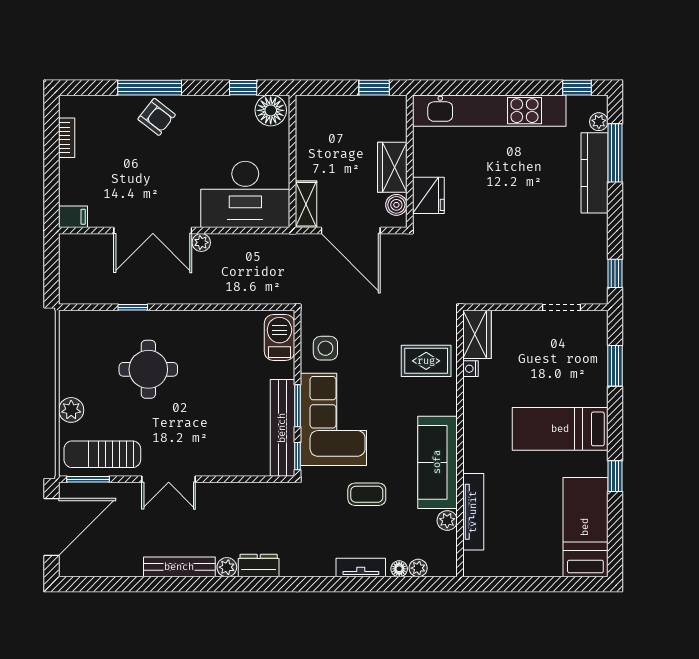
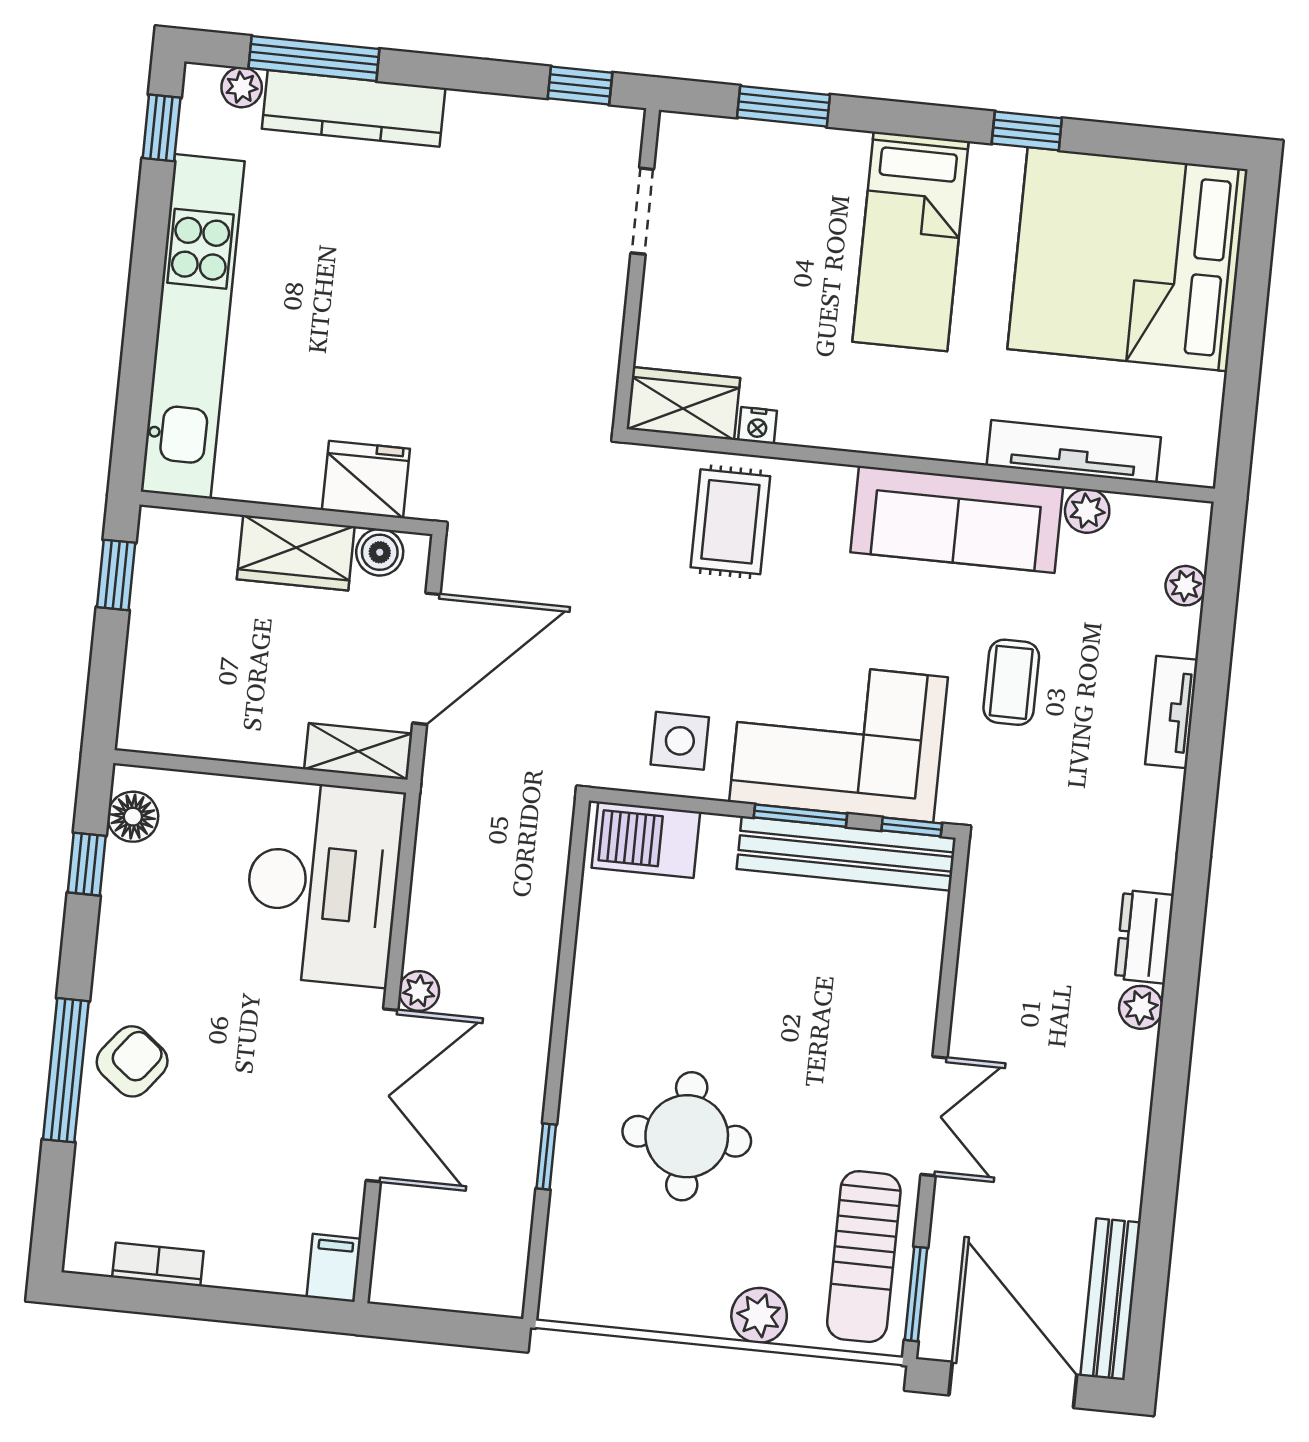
floor lamp: (271, 110) -> (133, 817), width x0.73, depth x0.73
bed: (585, 527) -> (1128, 259), width x2.04
bench: (179, 567) -> (1111, 1299), moved
floor lamp: (399, 569) -> (1183, 628), removed

